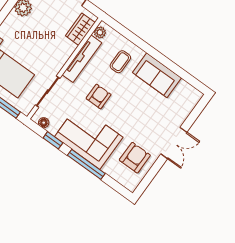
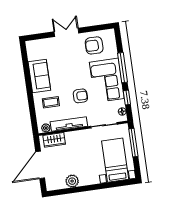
armchair: (99, 96) -> (80, 96), turned 180

